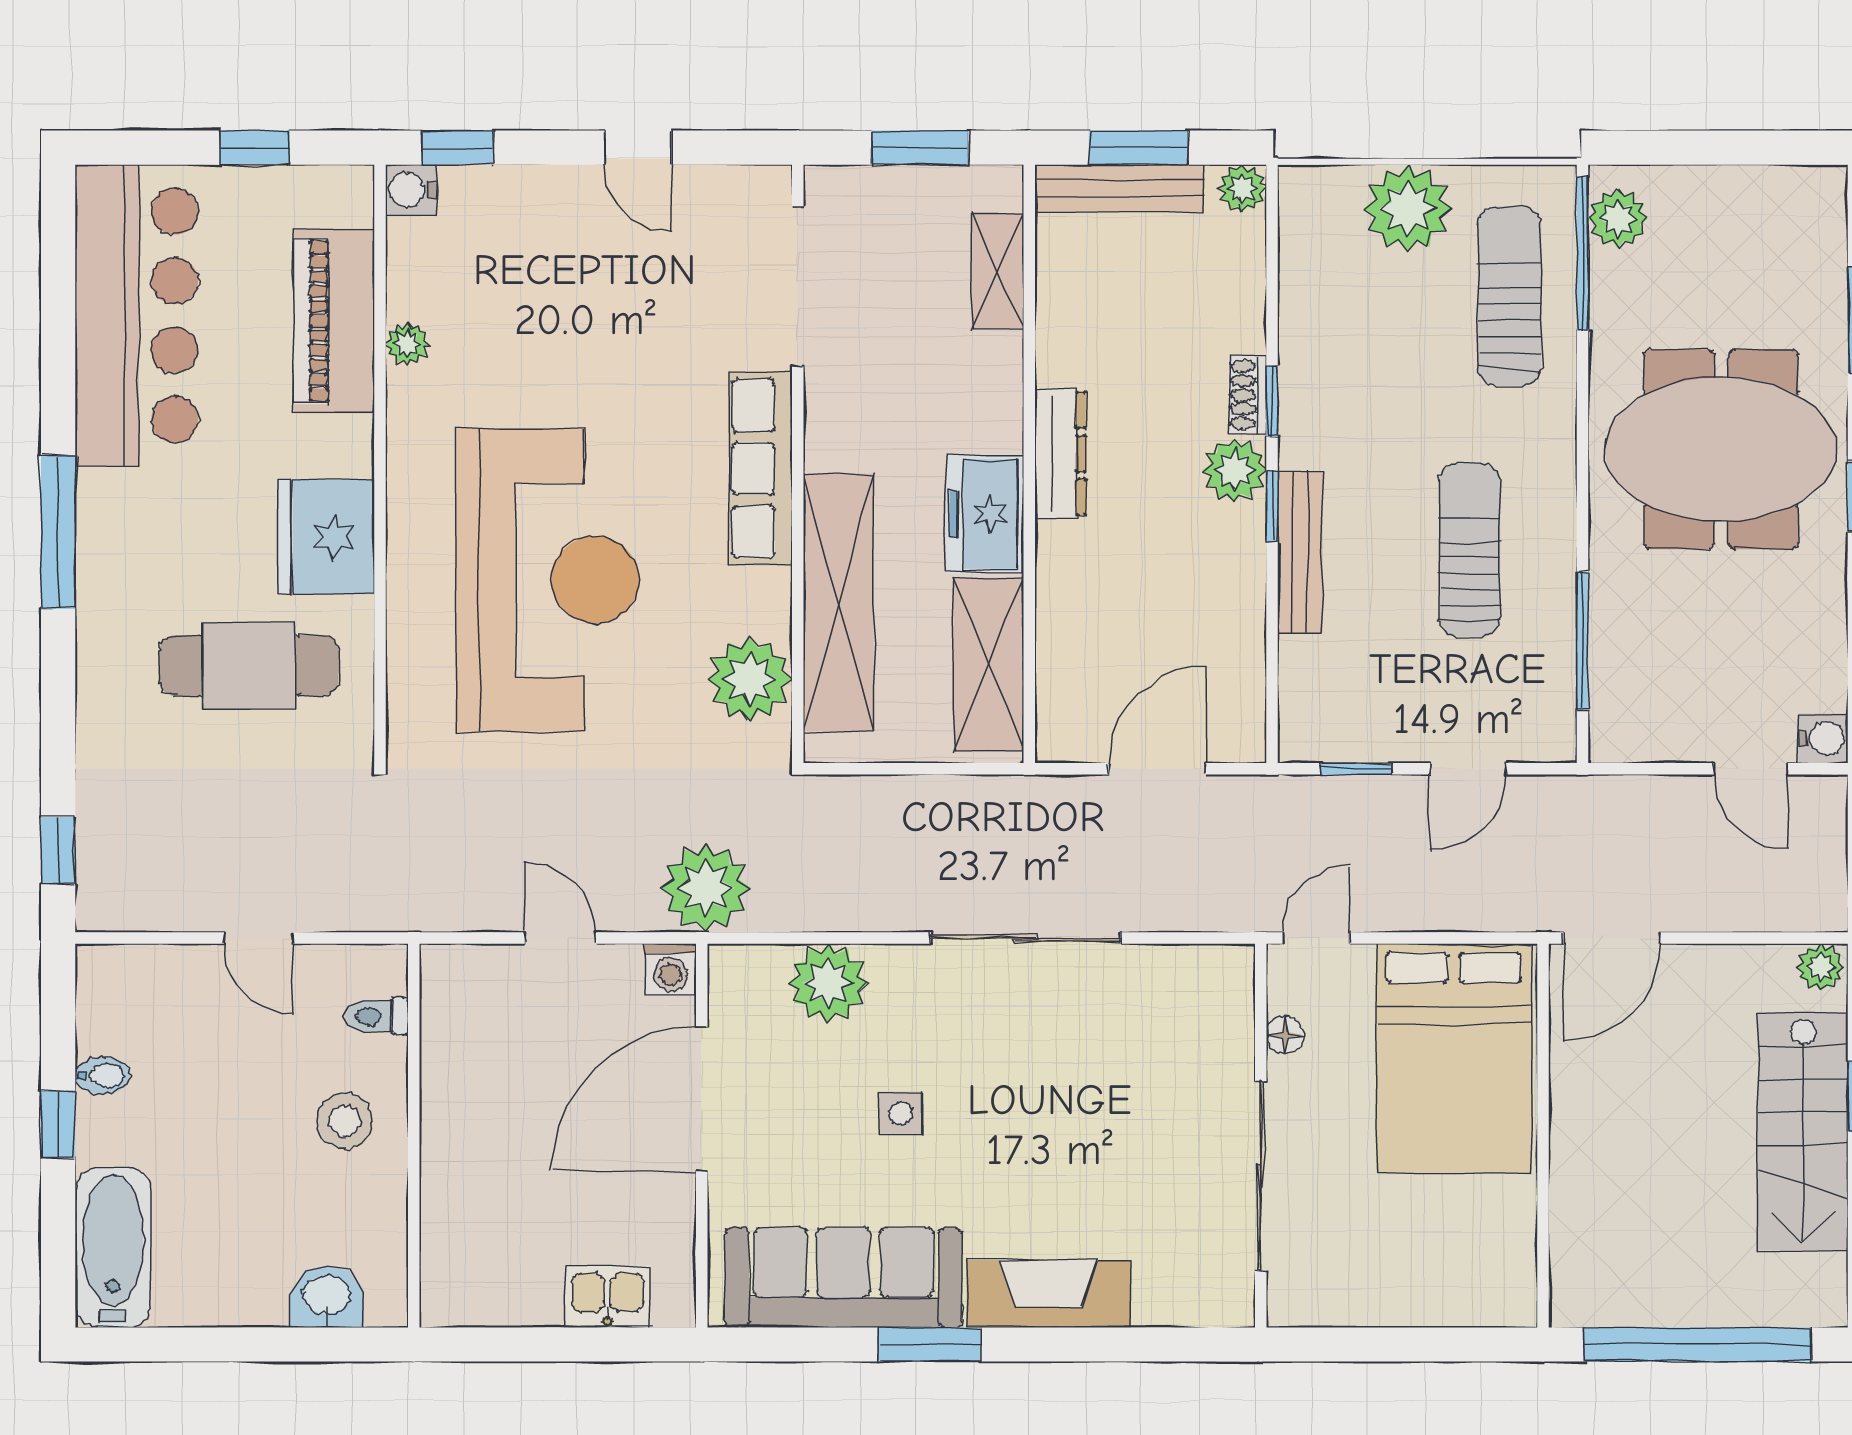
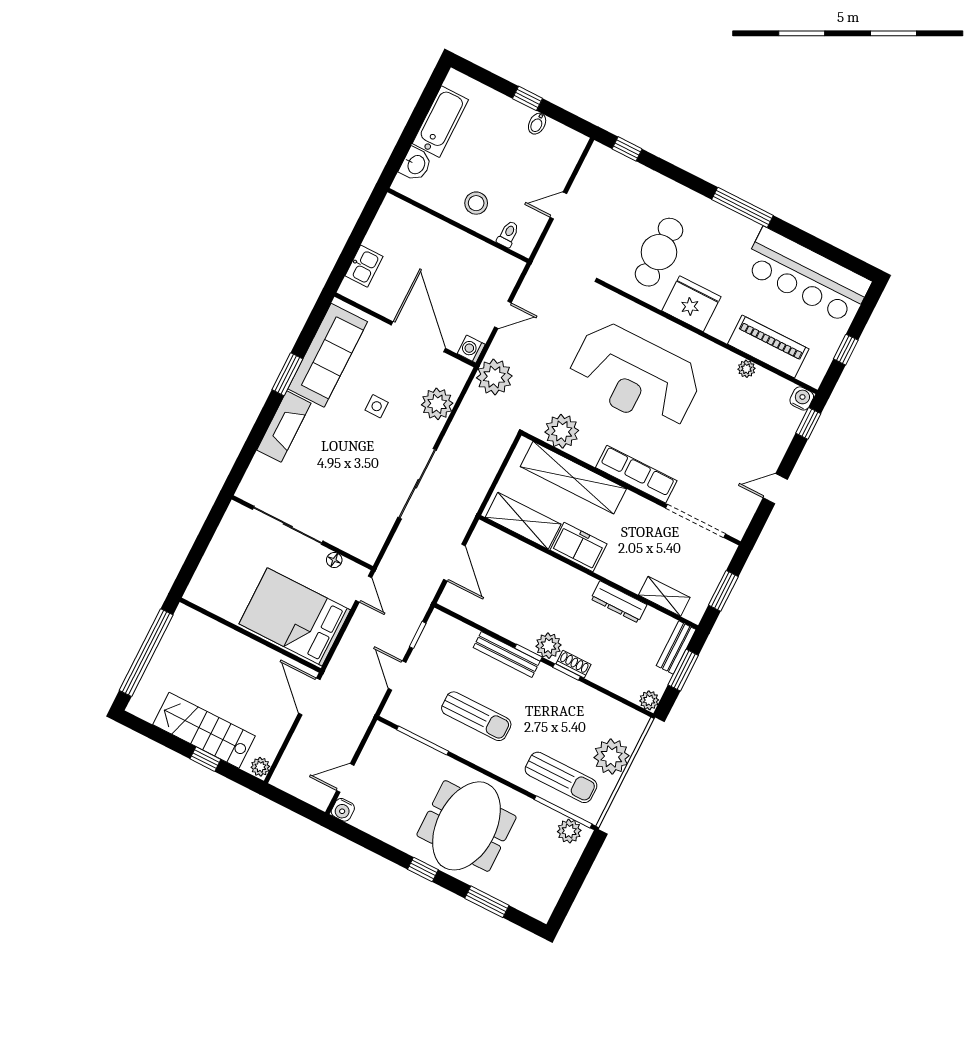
bench: (1119, 188) -> (676, 648), width x0.73
dresser: (1060, 454) -> (619, 602), moved
bathtub: (113, 1248) -> (440, 122), moved, turned -90

